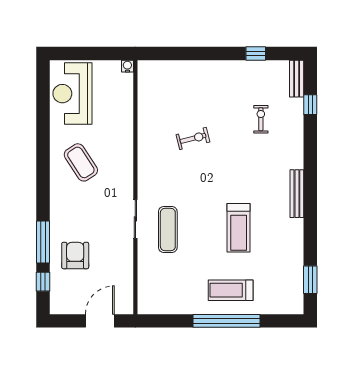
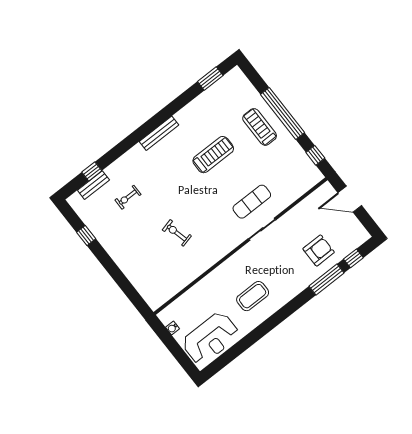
water cooler: (127, 66) -> (172, 328), moved
bench: (297, 79) -> (93, 185), moved
coffee table: (81, 162) -> (253, 296), turned 33
armchair: (75, 256) -> (319, 250), turned 180
treadmill: (231, 290) -> (260, 127), turned 180
window: (165, 321) -> (315, 155), added

